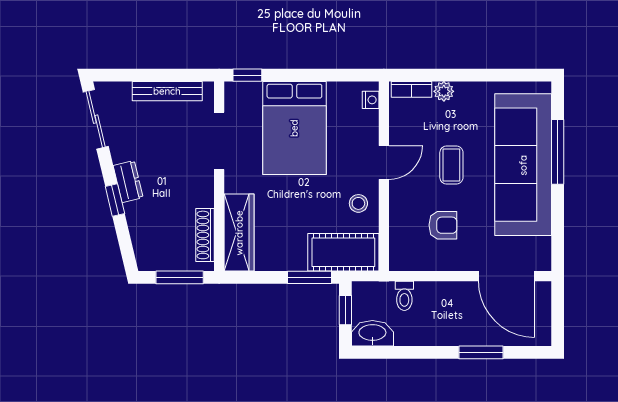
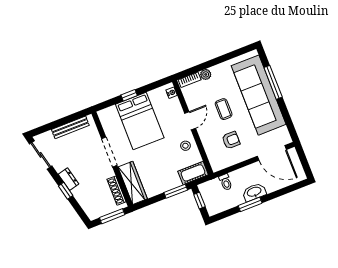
window: (247, 75) -> (129, 95), moved
doorway: (219, 141) -> (109, 152), moved
cot: (343, 252) -> (193, 173), width x0.73, depth x0.75
washbasin: (372, 333) -> (254, 192), moved
window: (481, 352) -> (250, 204), moved

